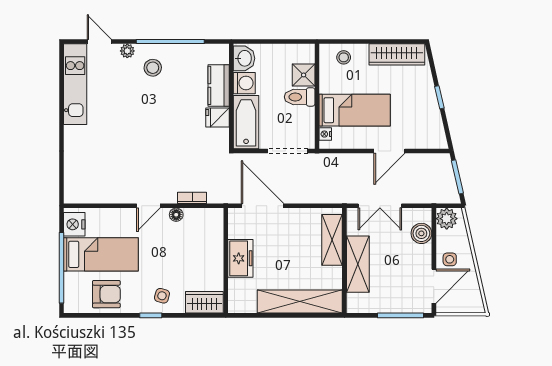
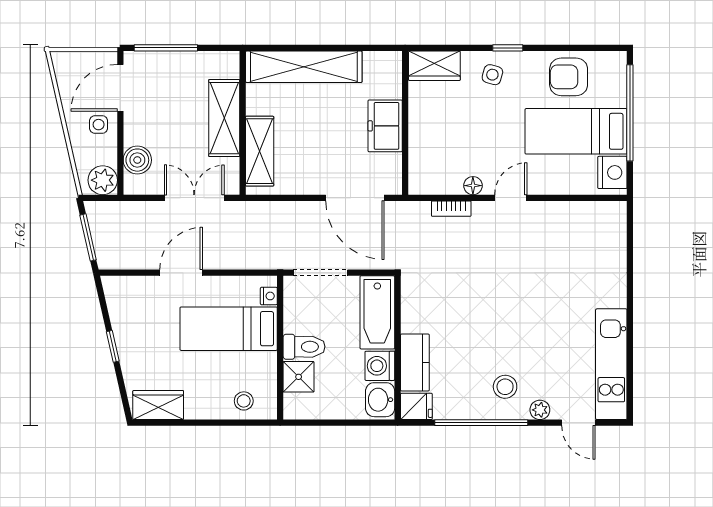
wardrobe: (397, 54) -> (158, 405), width x0.67
fridge: (218, 117) -> (416, 406), moved

